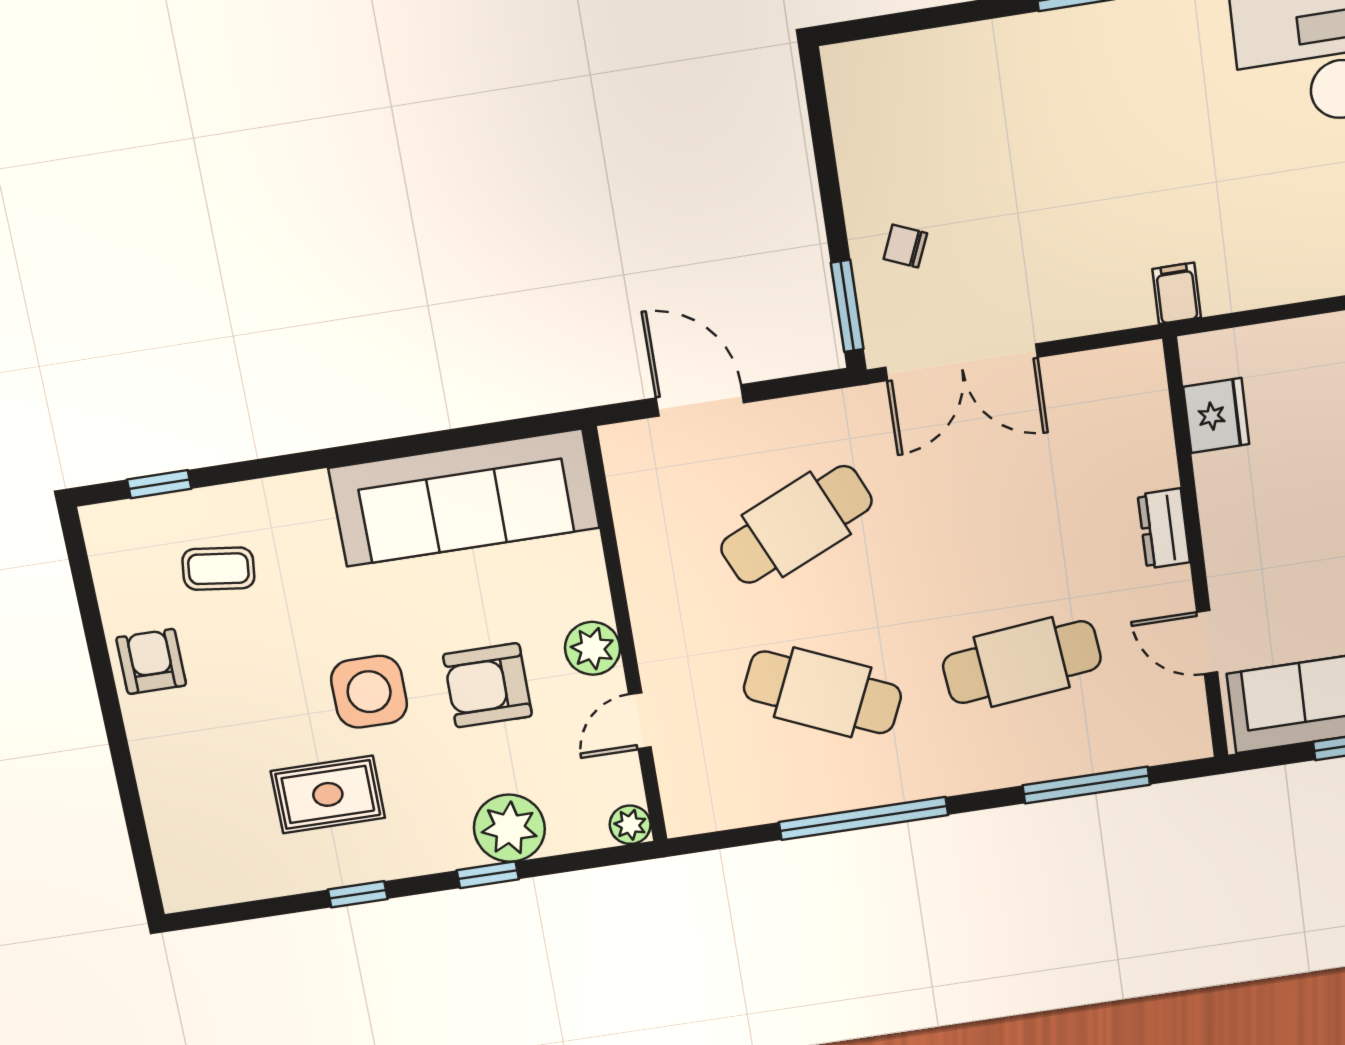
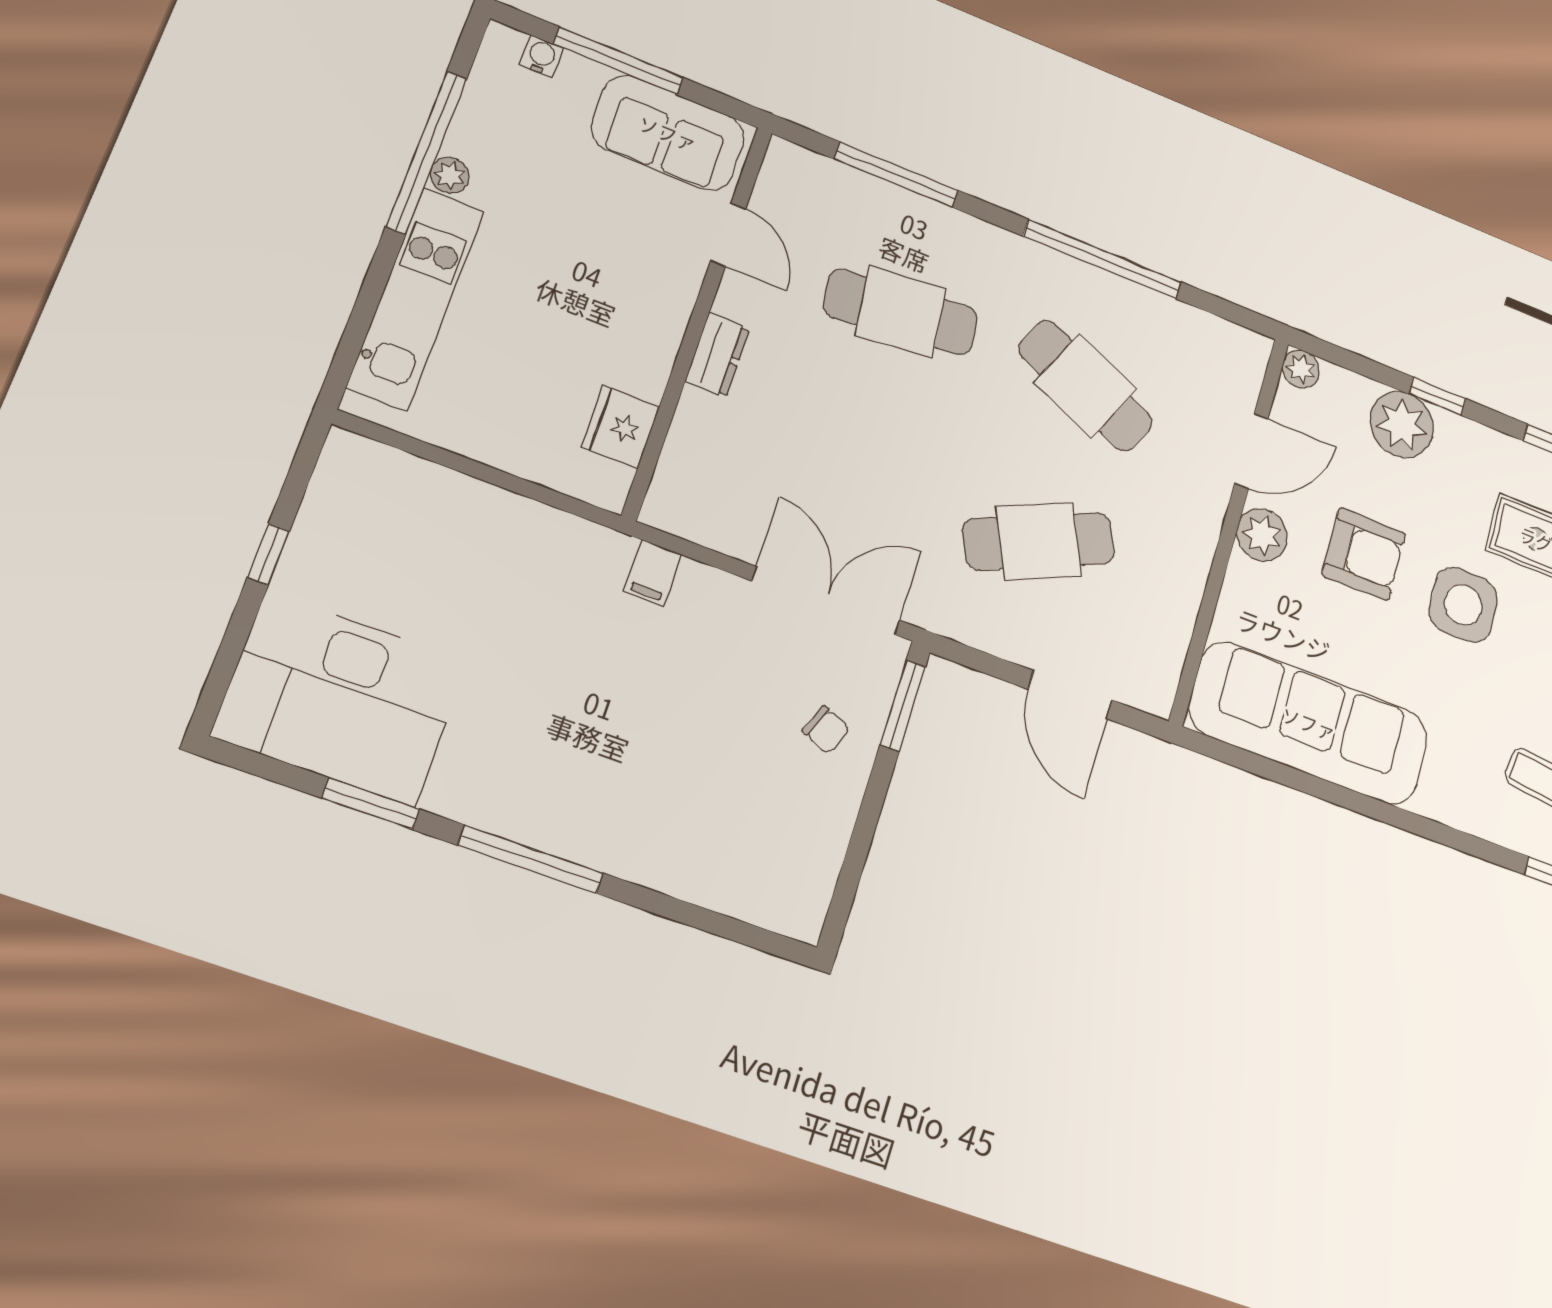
filing cabinet: (1177, 293) -> (653, 573), moved
door: (640, 721) -> (1251, 451), width x1.37

